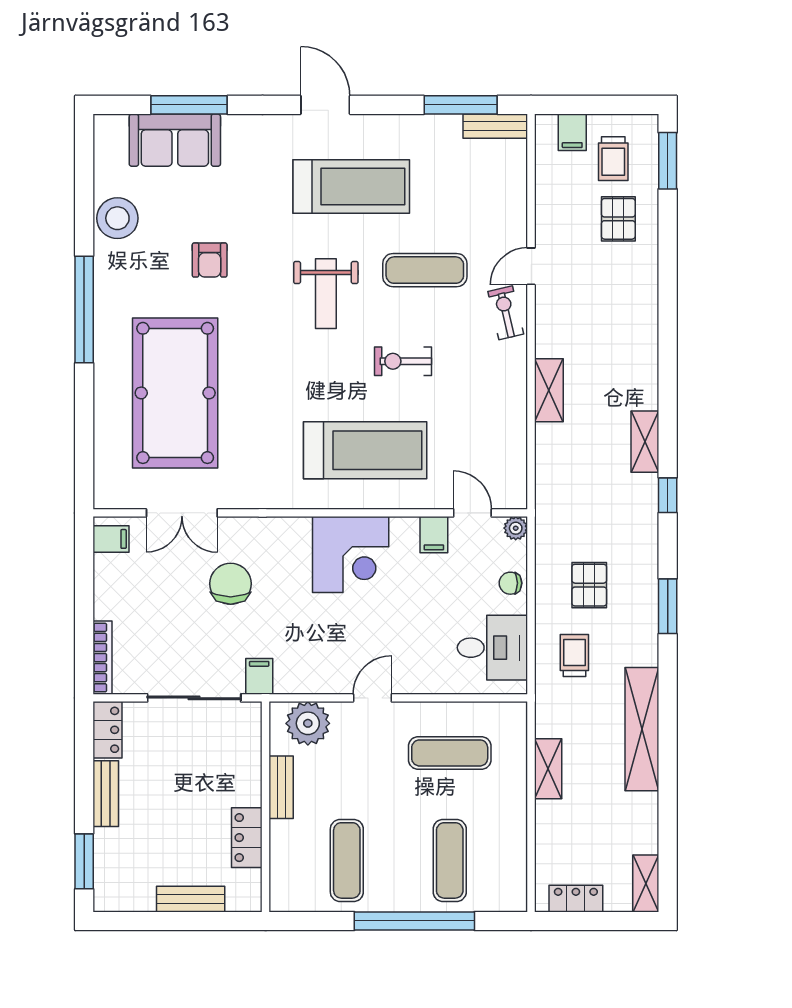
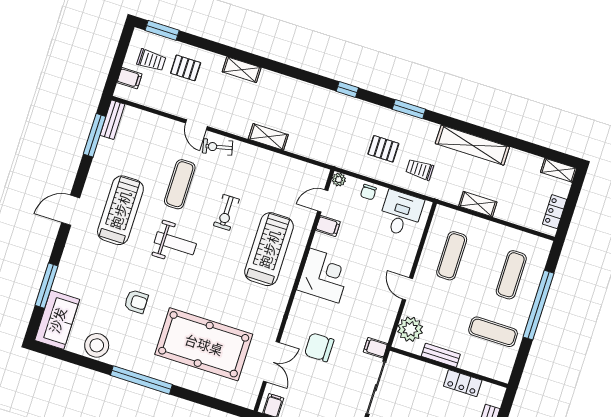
sofa: (175, 140) -> (57, 320), moved
shelving: (645, 442) -> (242, 70), moved
exercise mat: (450, 860) -> (511, 275), turned 90

